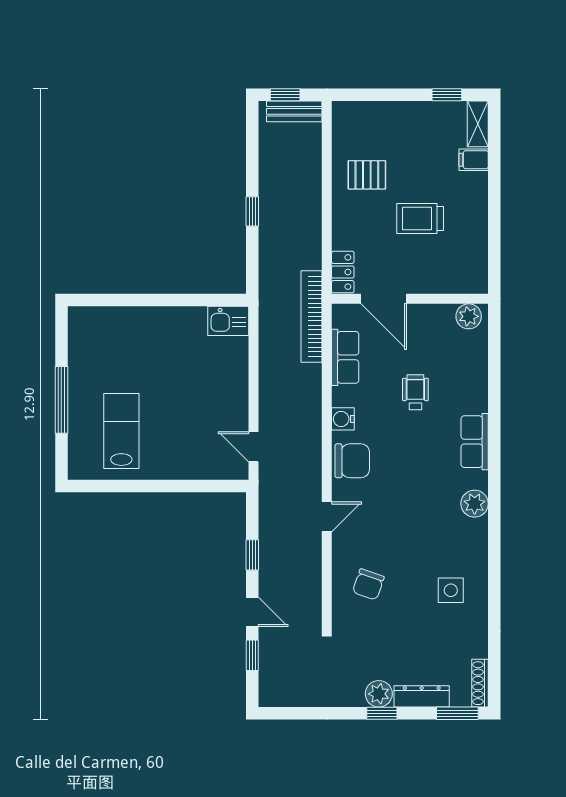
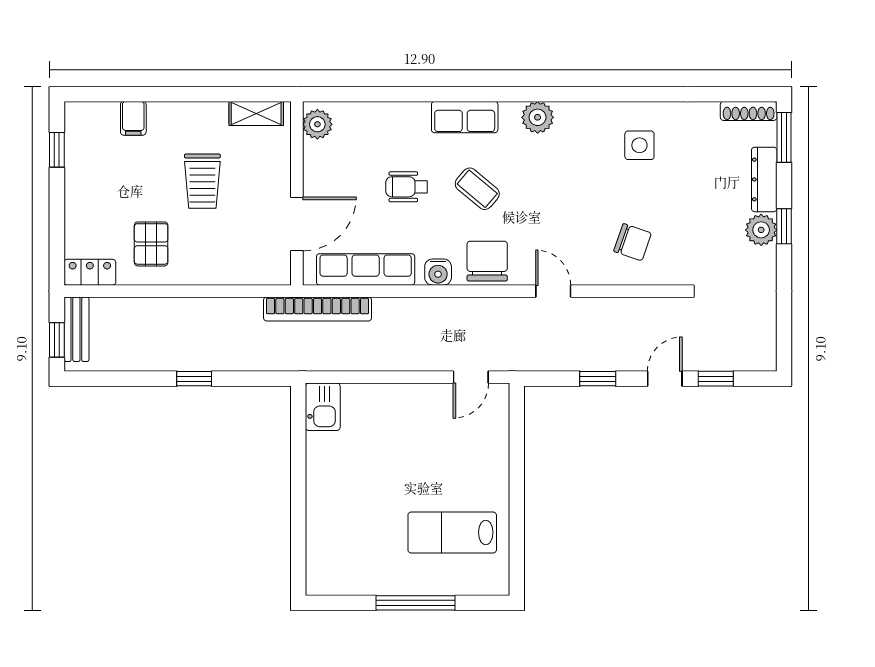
shelving: (478, 124) -> (256, 114), moved
locker: (343, 272) -> (90, 272), moved
row of seats: (345, 357) -> (366, 269), width x1.48
coffee table: (414, 452) -> (477, 189), added

